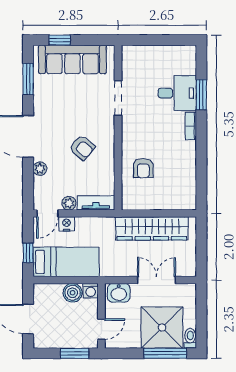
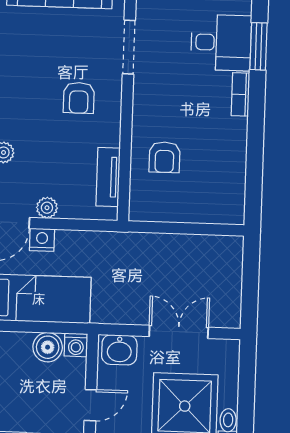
armchair: (82, 148) -> (79, 98), moved, turned 50
tv unit: (96, 203) -> (108, 177), moved, turned -90
wardrobe: (152, 228) -> (174, 251), removed

